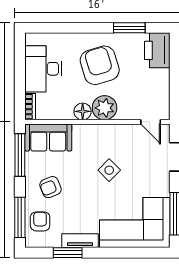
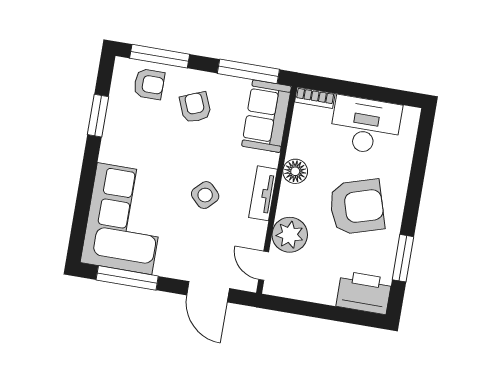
plant: (105, 108) -> (290, 235), moved
door: (151, 122) -> (264, 266), hinge flipped
tv unit: (80, 241) -> (263, 193), moved, turned 180

